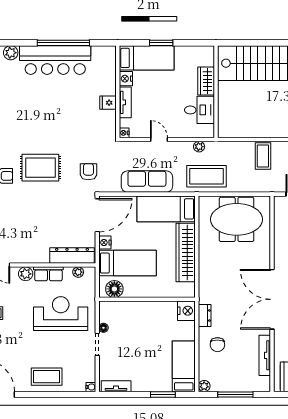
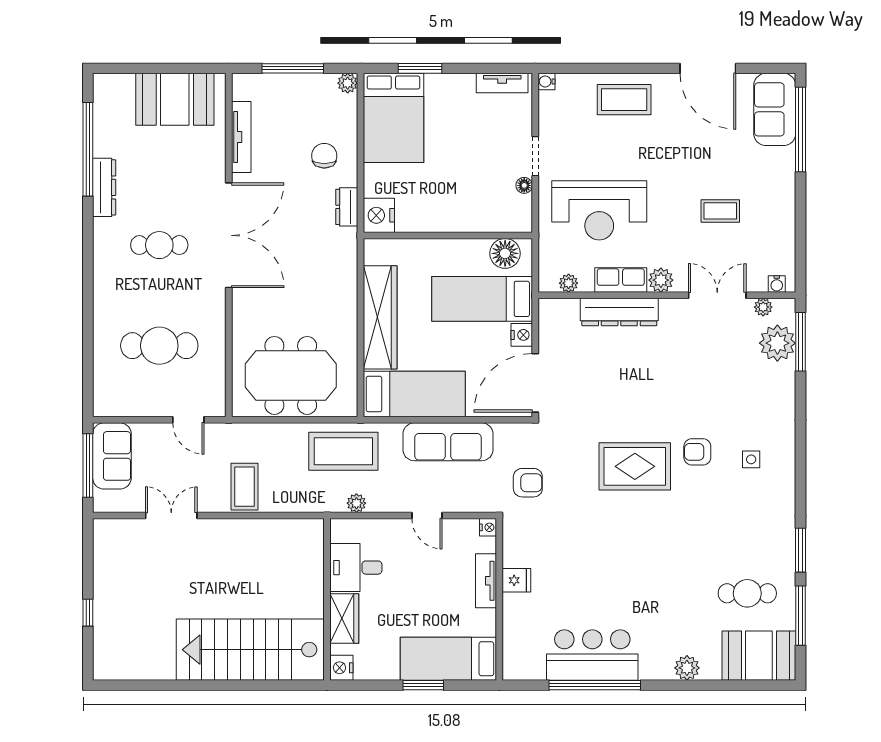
bar counter: (55, 60) -> (592, 655), width x0.73
nightstand: (126, 79) -> (341, 668), moved, turned 180
armchair: (88, 172) -> (528, 483), moved, turned -90
dresser: (72, 256) -> (619, 312), moved
bed: (184, 366) -> (393, 118), width x1.50

